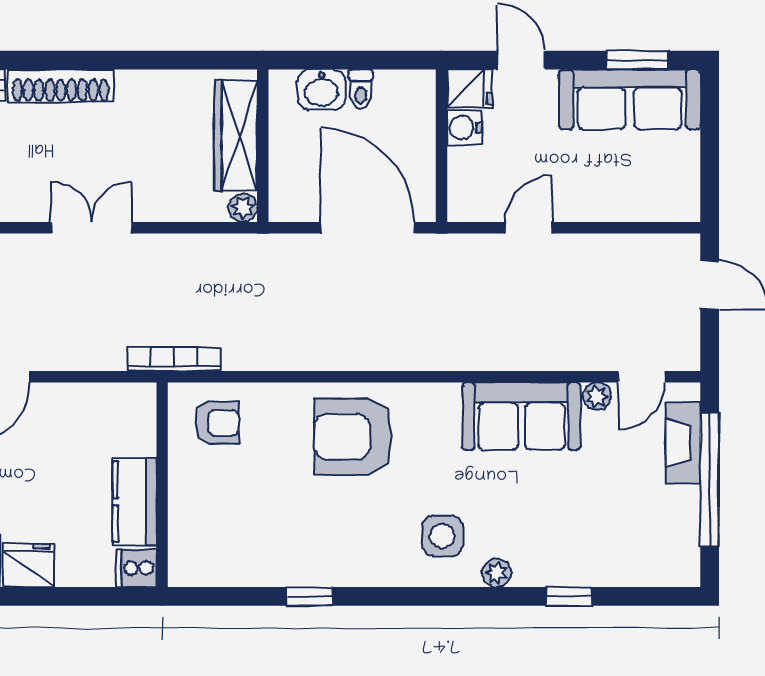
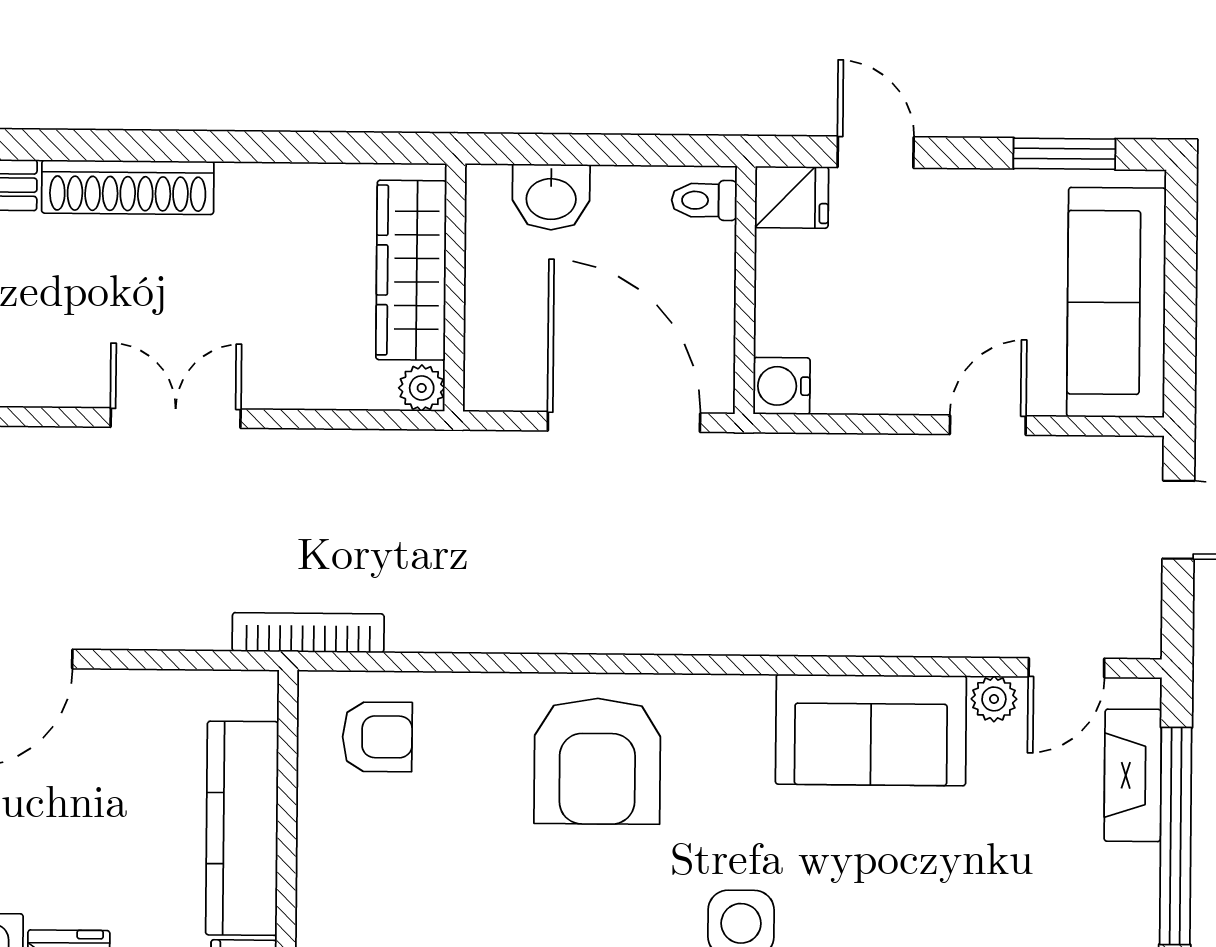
toilet: (361, 89) -> (704, 200), moved, turned 90
sofa: (630, 99) -> (1116, 302), moved, turned 90
water cooler: (464, 128) -> (782, 386), moved
door: (529, 228) -> (988, 425), moved
armchair: (353, 437) -> (597, 761), turned -90
kitchen counter: (135, 502) -> (242, 828), width x1.50

